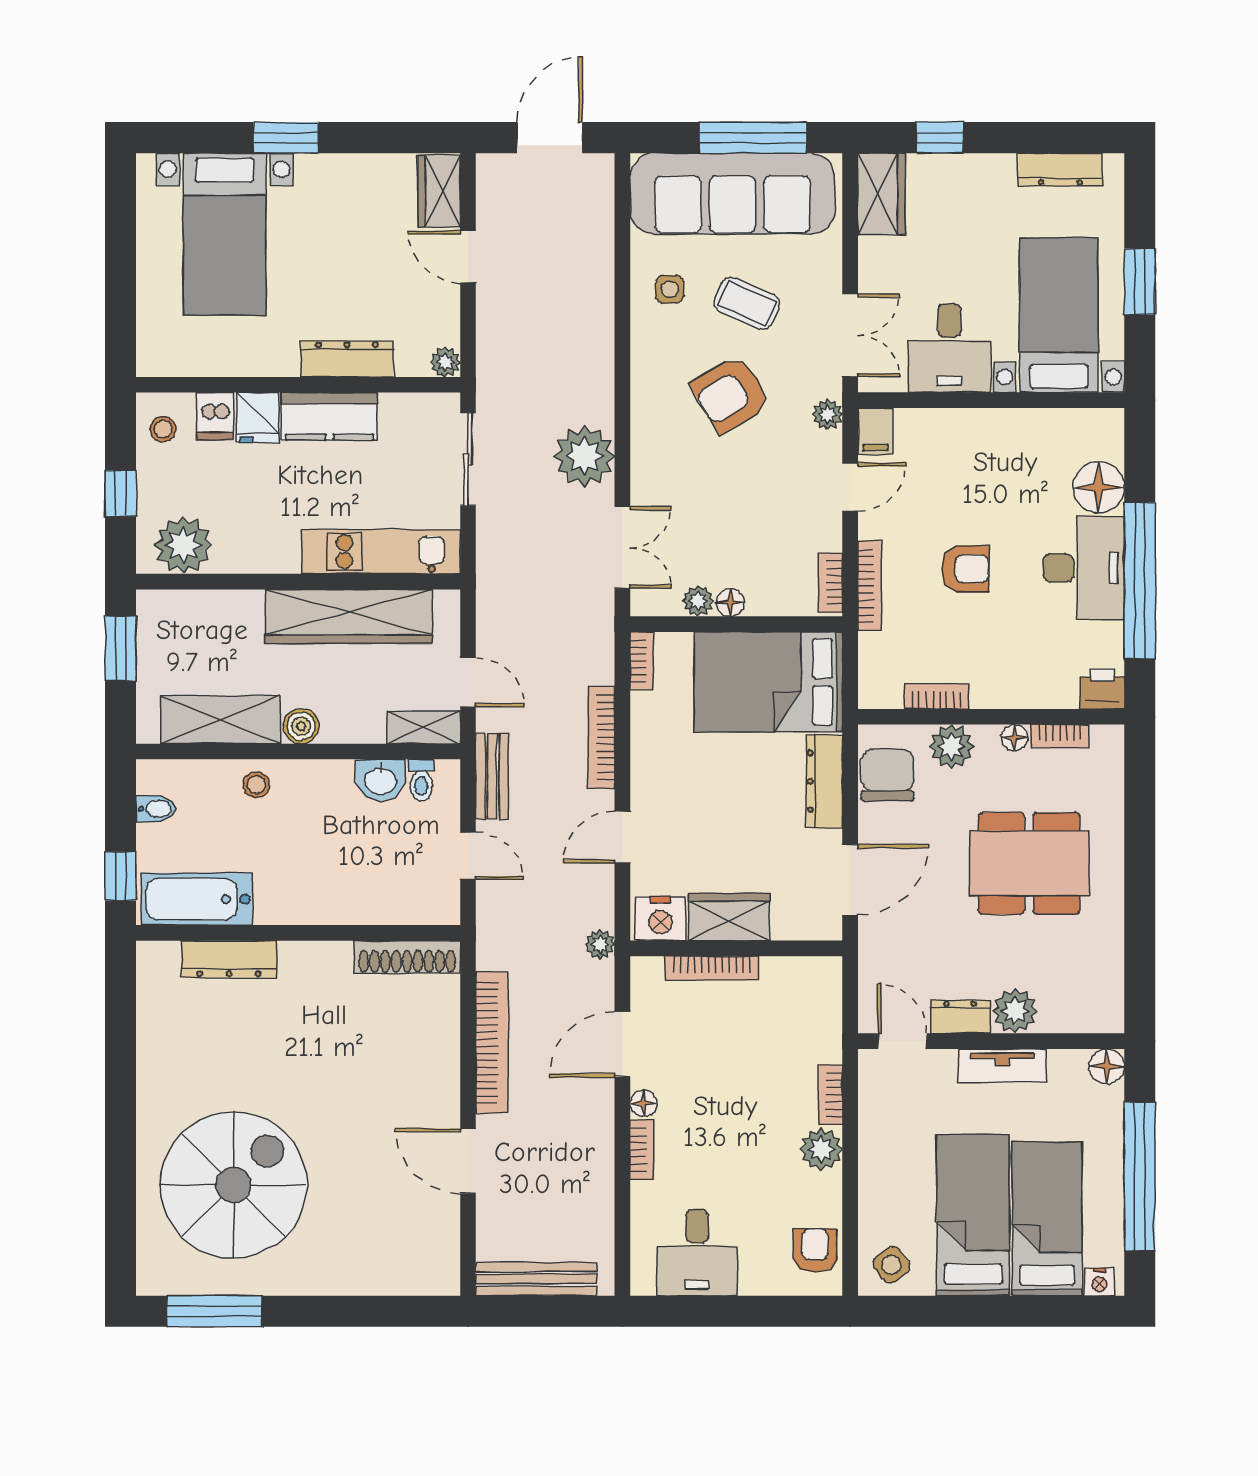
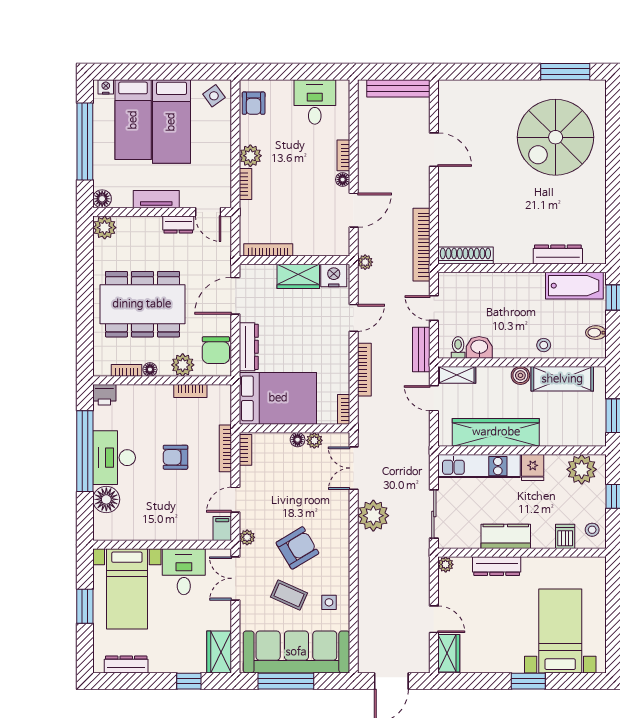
fridge: (258, 418) -> (533, 468), moved, turned 180
dining table: (1029, 863) -> (142, 304), width x1.36, depth x1.24
bookcase: (712, 968) -> (268, 250), moved
plant: (1015, 1011) -> (105, 228), moved
bookcase: (492, 1043) -> (421, 245), moved

